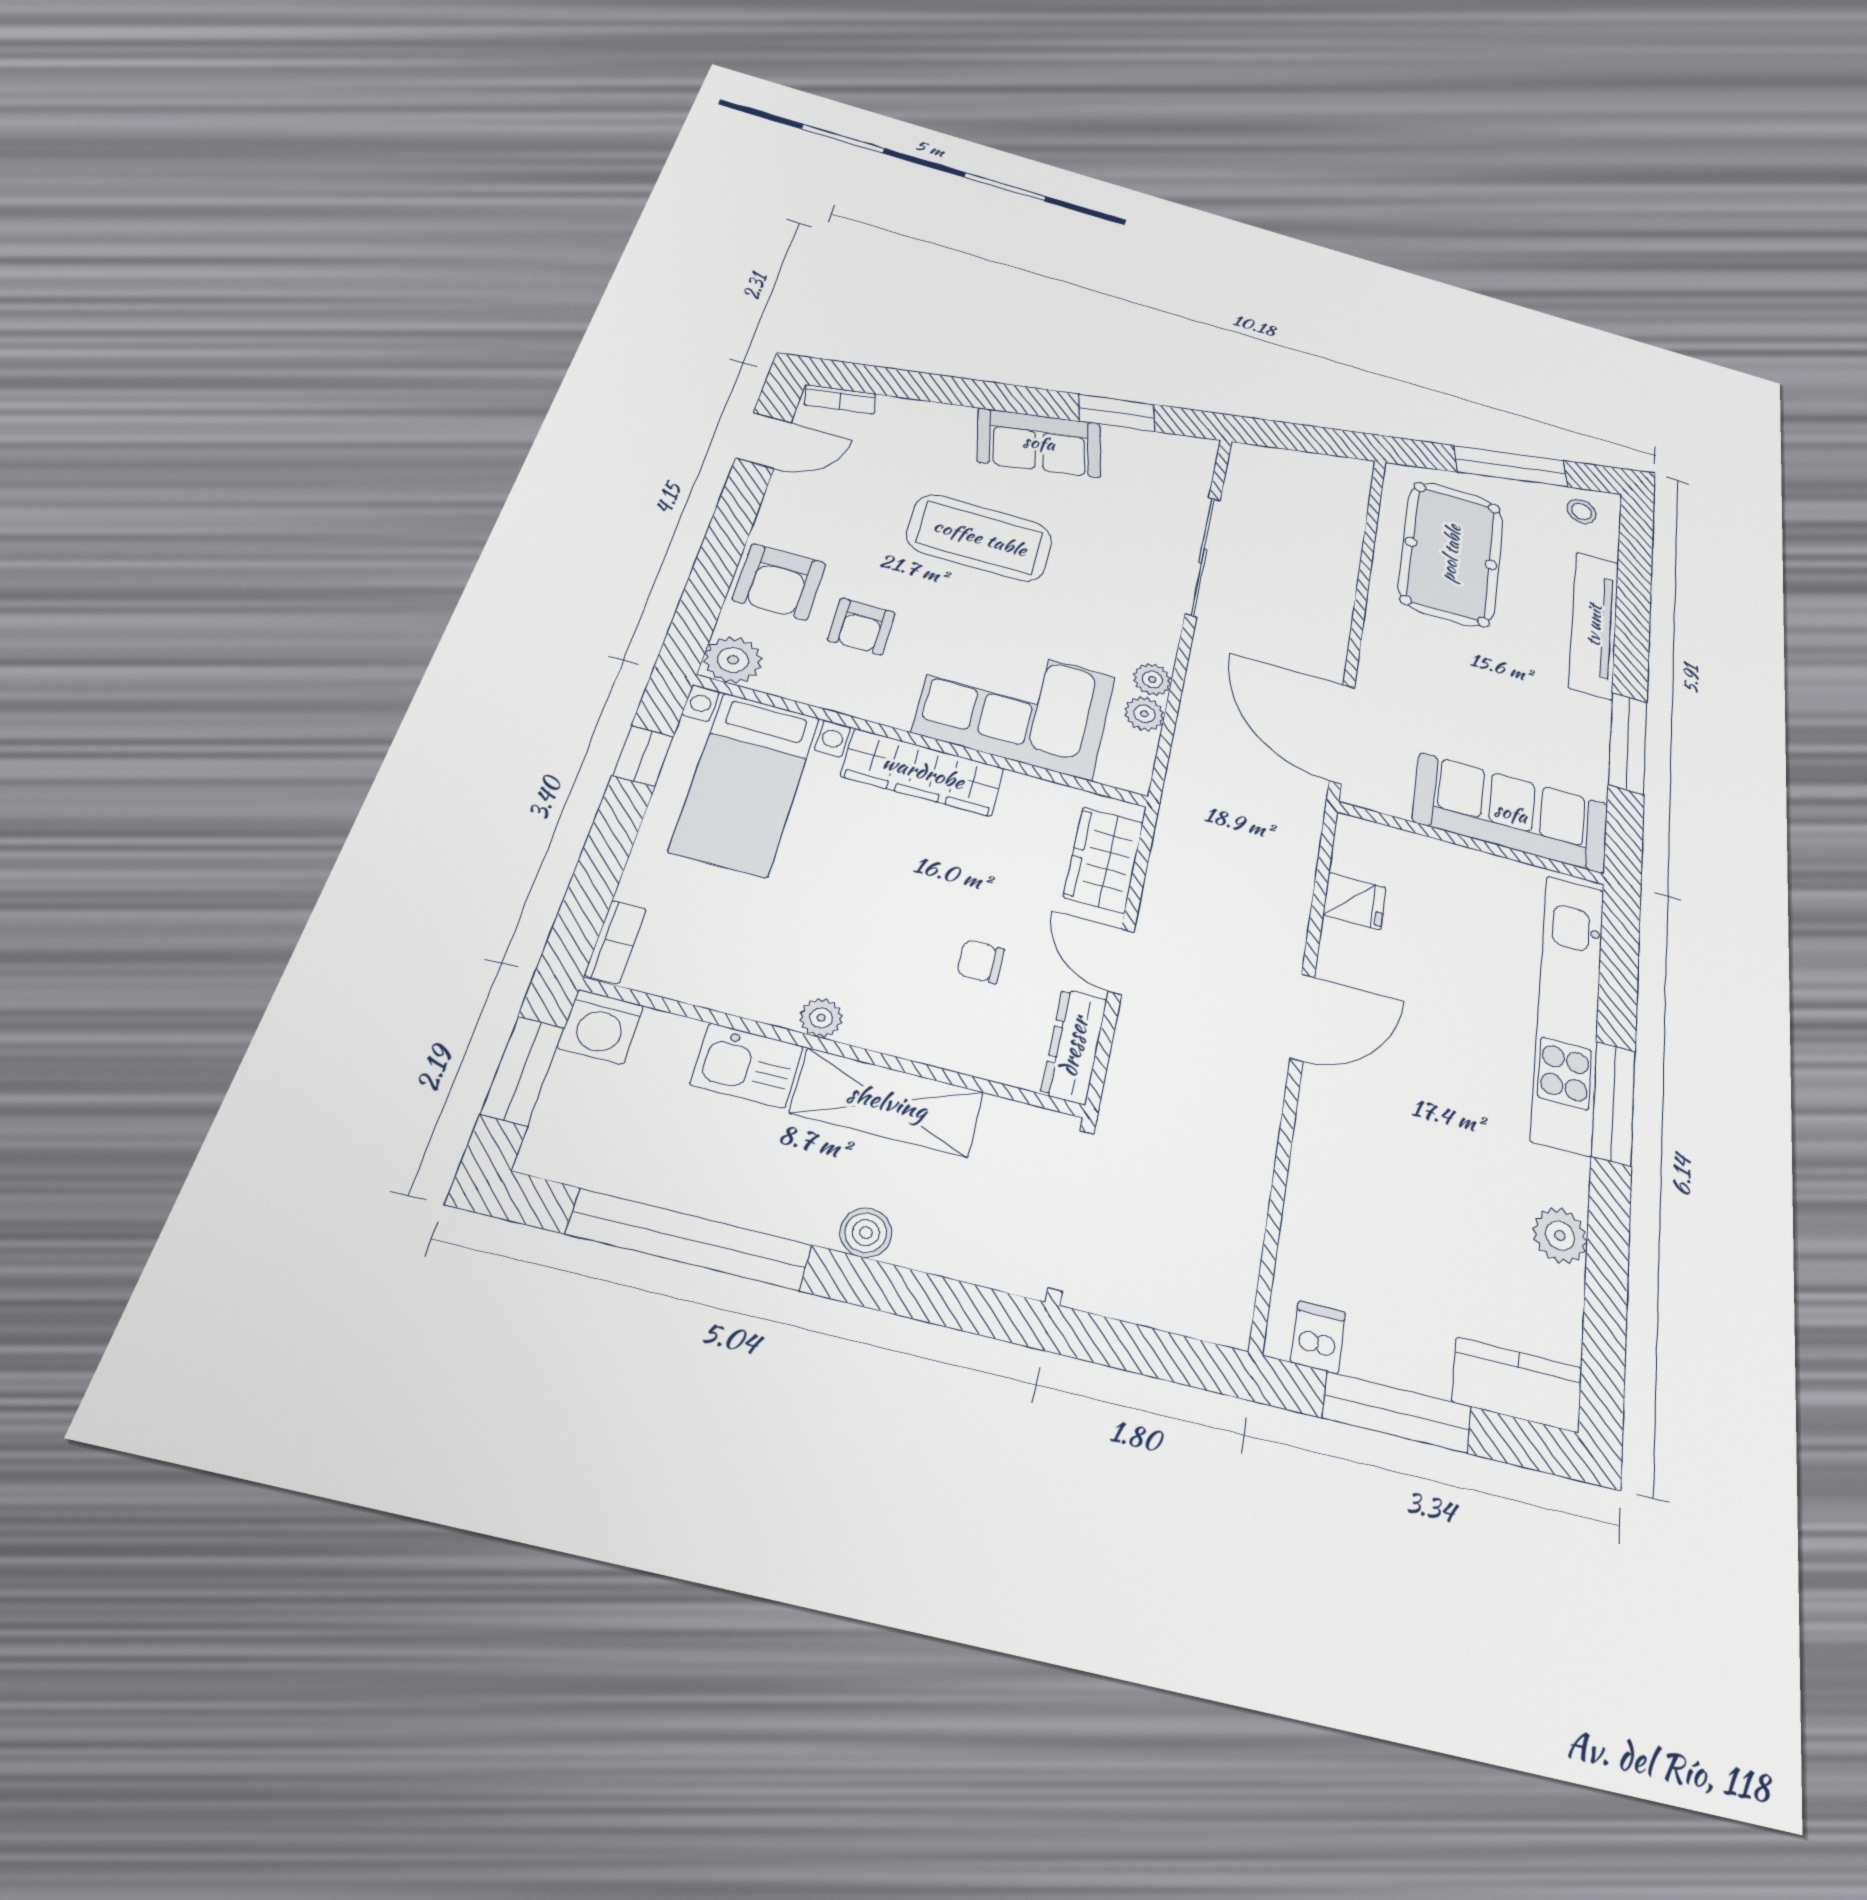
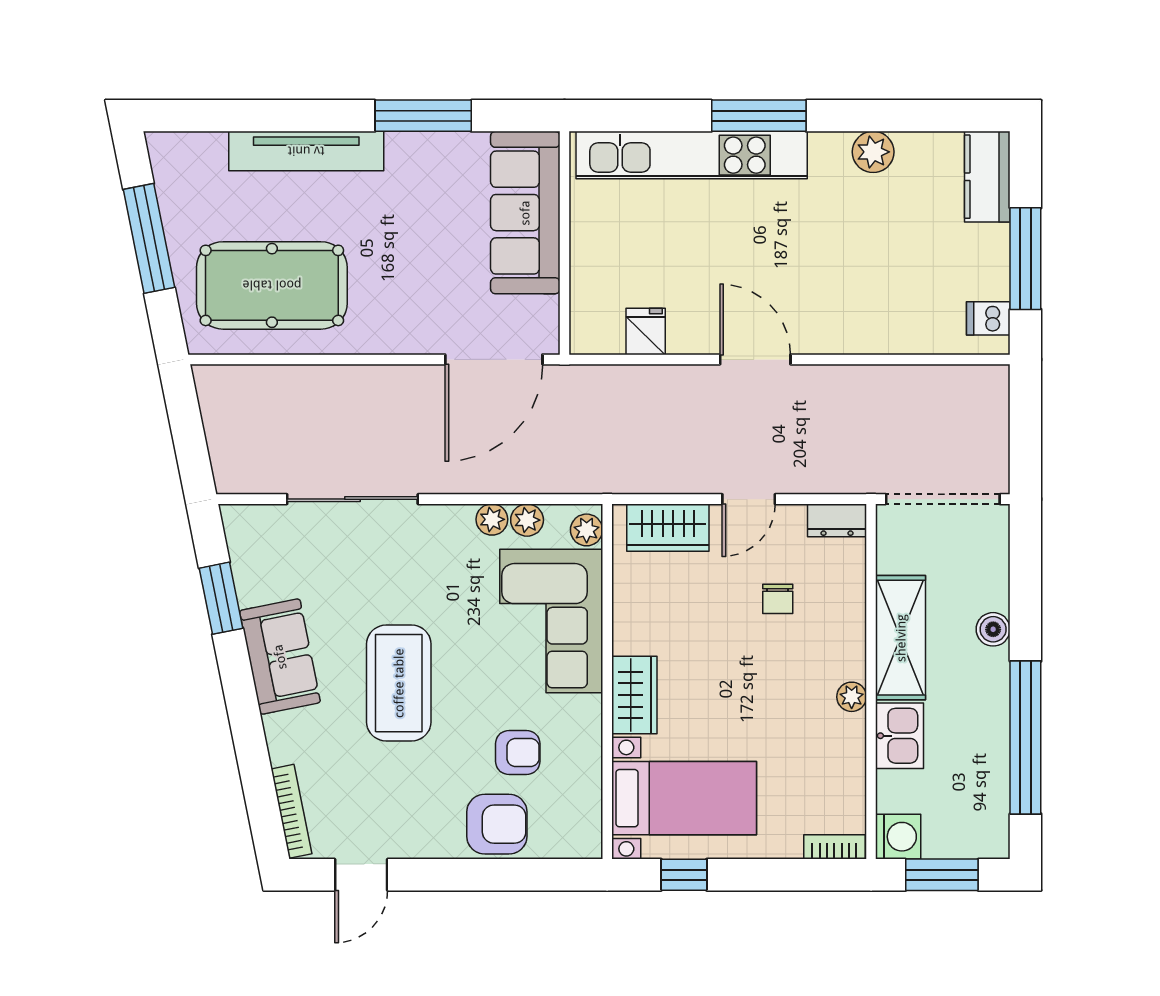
bookcase: (840, 399) -> (292, 811), width x1.56
door: (764, 440) -> (361, 875), swing flipped
stool: (1582, 511) -> (179, 169), removed
plant: (733, 660) -> (587, 530), moved, width x0.73, depth x0.73
wardrobe: (923, 772) -> (634, 695), width x0.67
dresser: (1074, 1046) -> (837, 520), width x0.70

